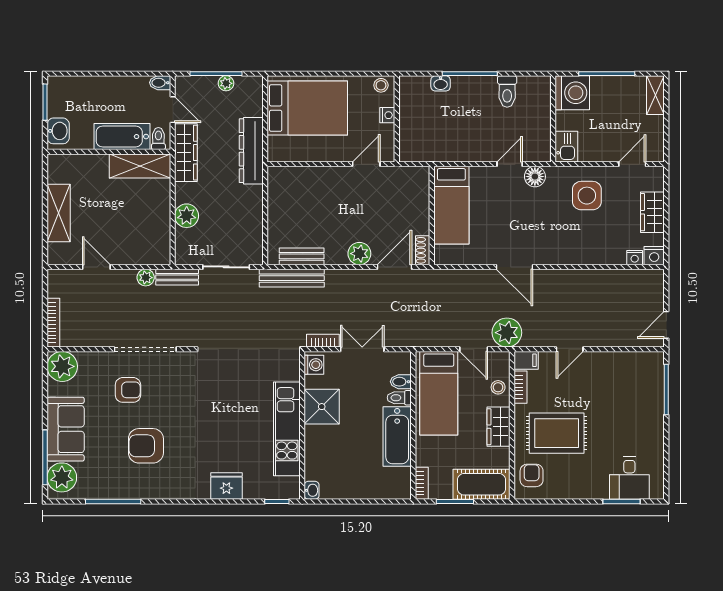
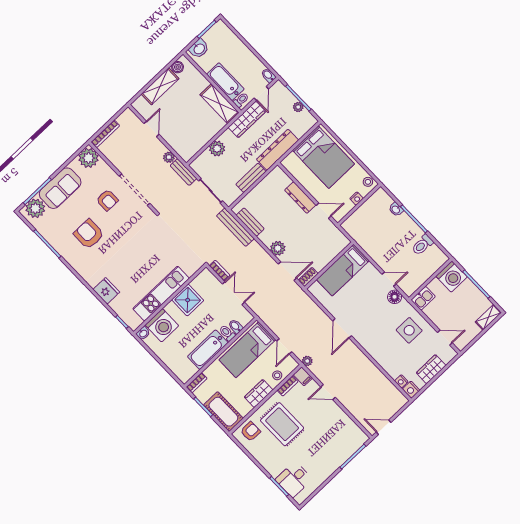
boiler: (56, 174) -> (178, 67), added
dresser: (327, 176) -> (300, 197), added
bench: (254, 209) -> (251, 178), added
plant: (507, 333) -> (307, 361), width x0.53, depth x0.53
washing machine: (314, 365) -> (162, 325), moved, width x1.89, depth x1.89

